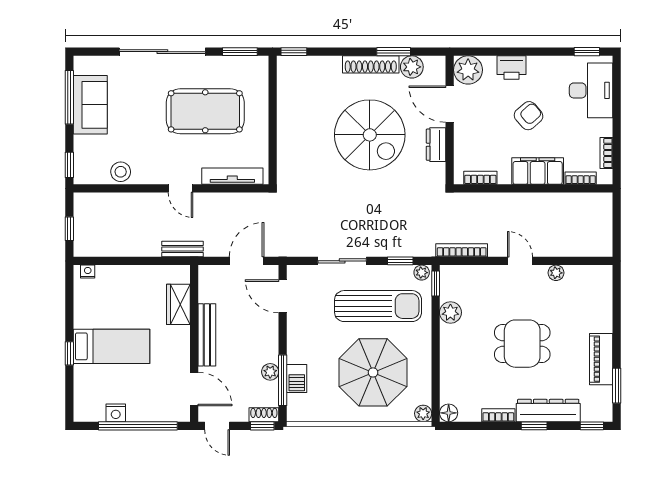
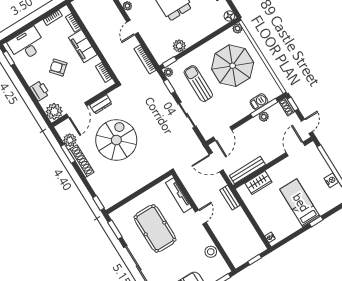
sun lounger: (378, 306) -> (198, 84), width x0.73, depth x0.75
bench: (207, 335) -> (247, 170), moved

